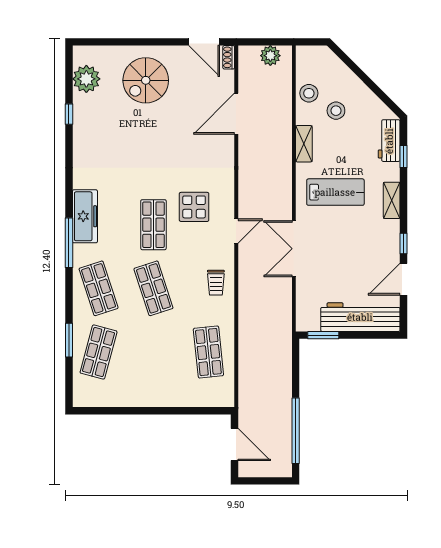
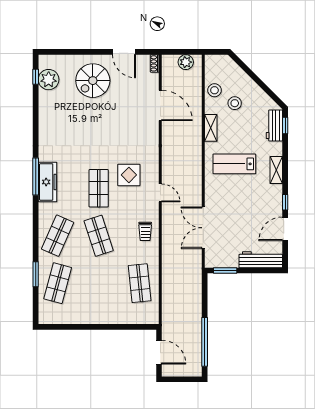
door: (204, 42) -> (124, 52), moved
window: (69, 114) -> (36, 77), moved
door: (236, 114) -> (160, 105), swing flipped
window: (404, 157) -> (285, 125), moved
lab bench: (335, 192) -> (234, 164), turned 180
door: (236, 231) -> (160, 193), hinge flipped
window: (69, 243) -> (36, 176), moved
double door: (294, 249) -> (203, 228), moved
shop shelf: (99, 288) -> (58, 236), turned 42
workbench: (360, 317) -> (261, 260), width x0.73, depth x0.76

